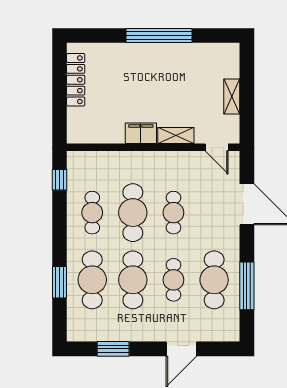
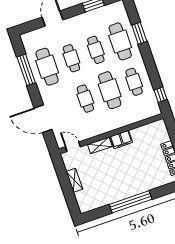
cafe table: (133, 280) -> (96, 50), width x0.73, depth x0.74

